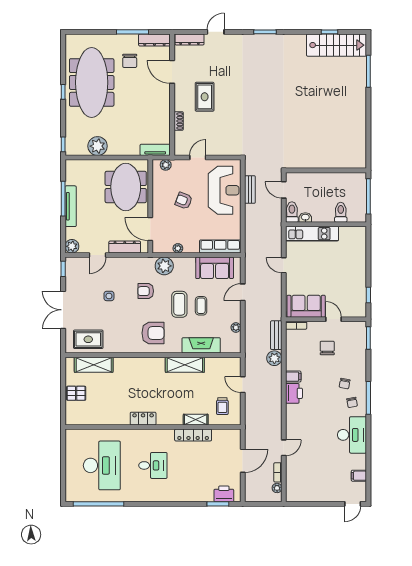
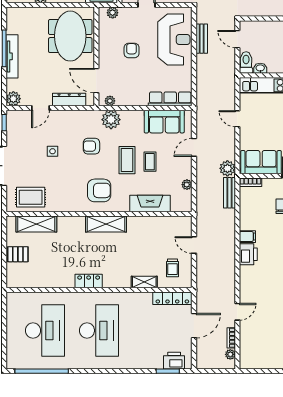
armchair: (184, 201) -> (132, 51), turned 69
plant: (178, 248) -> (110, 101), moved
plant: (274, 358) -> (227, 168), moved
shelving: (185, 365) -> (106, 224), moved
locker: (193, 435) -> (172, 298), moved
desk: (153, 465) -> (99, 331), width x1.87, depth x1.30

